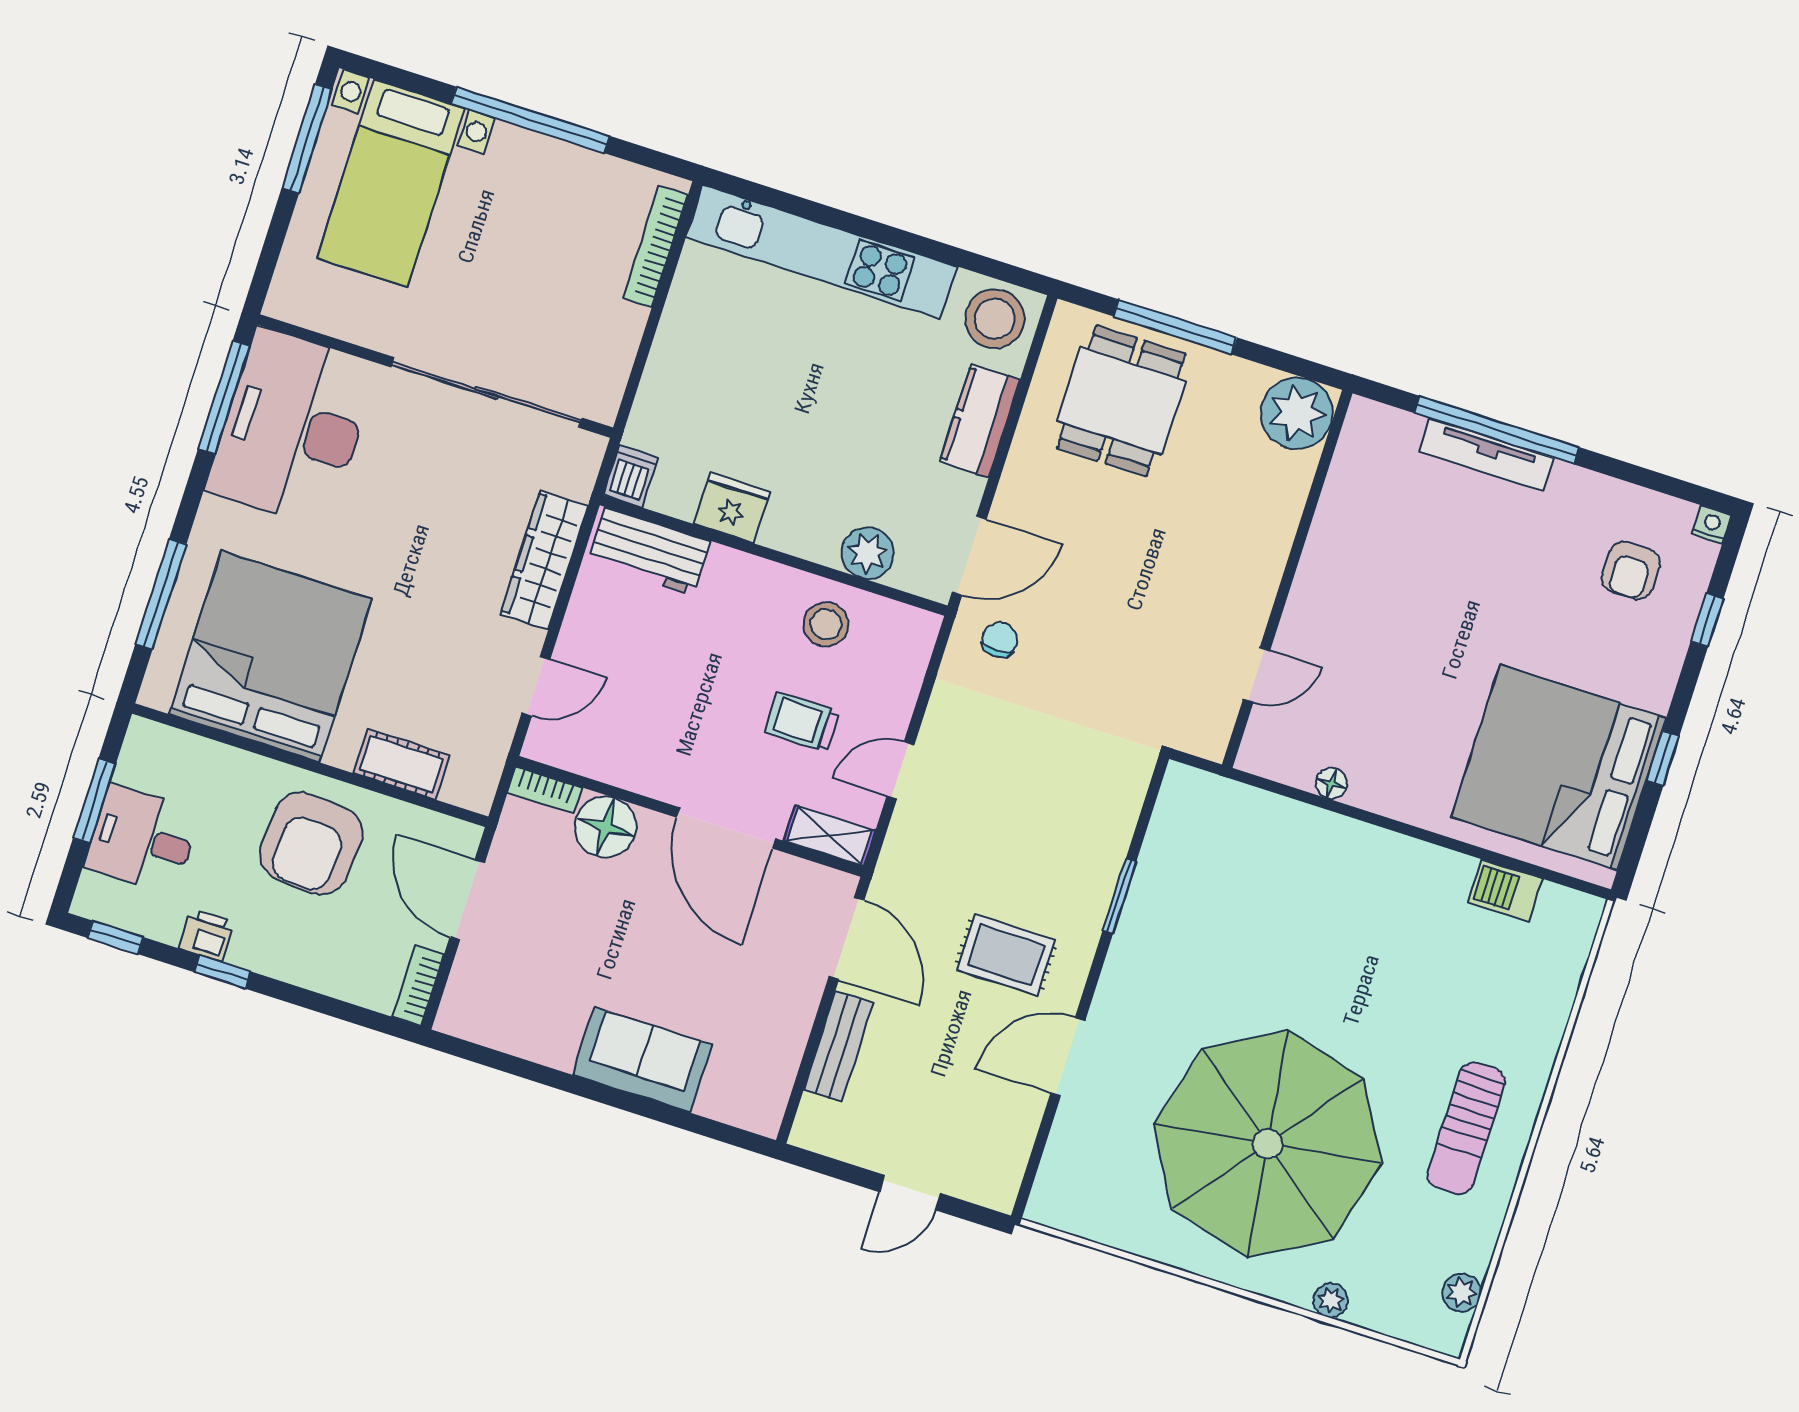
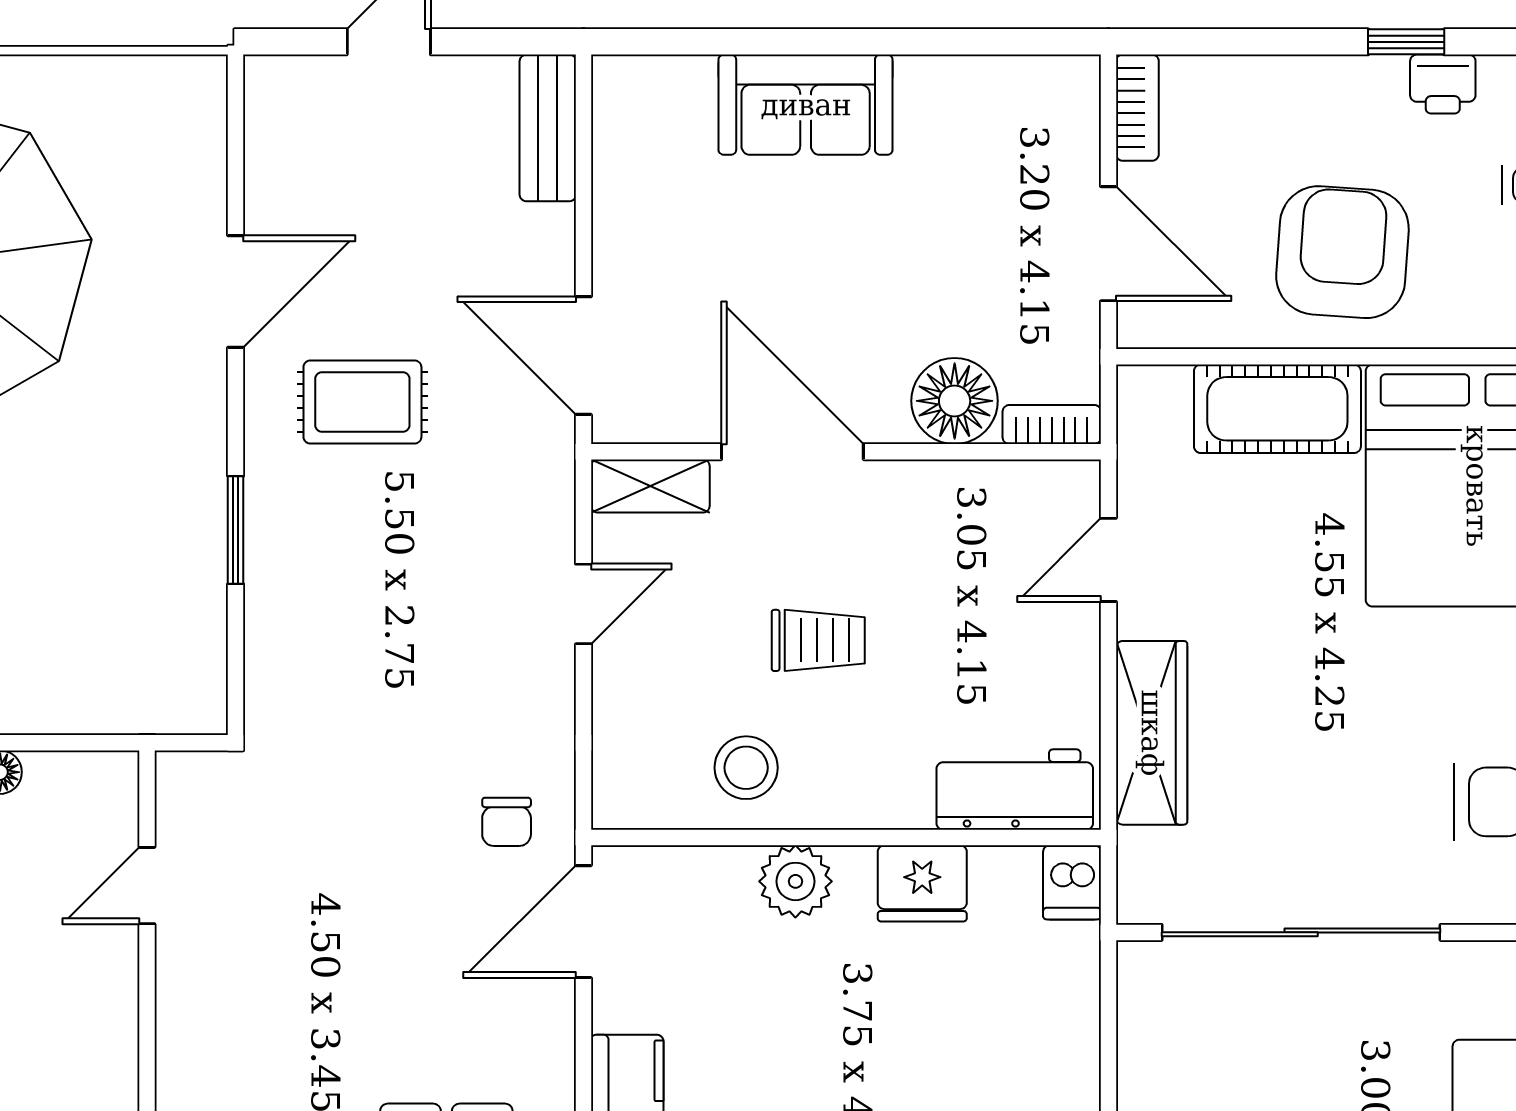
plant: (868, 553) -> (795, 881), moved
trolley: (802, 722) -> (818, 640), moved
cot: (402, 764) -> (1277, 409), width x1.37, depth x1.34
bench: (838, 1046) -> (548, 128), moved

